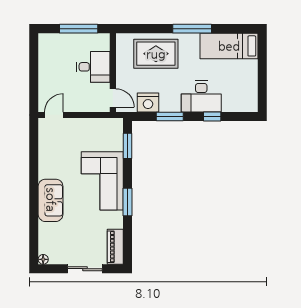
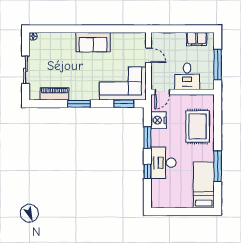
window: (192, 29) -> (218, 166), moved
filing cabinet: (47, 55) -> (197, 39), added
door: (54, 115) -> (149, 55), moved
corner sofa: (102, 181) -> (123, 84), moved
sofa: (51, 200) -> (93, 42), moved
piano: (115, 247) -> (54, 94), moved

